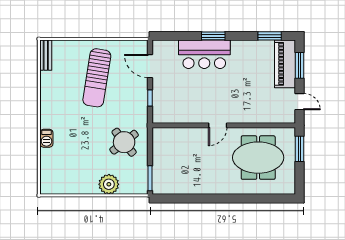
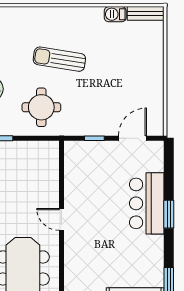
sun lounger: (97, 78) -> (59, 59), moved, width x0.73, depth x0.75
barbecue: (46, 138) -> (115, 14), moved
round table: (124, 142) -> (41, 107), turned 38

